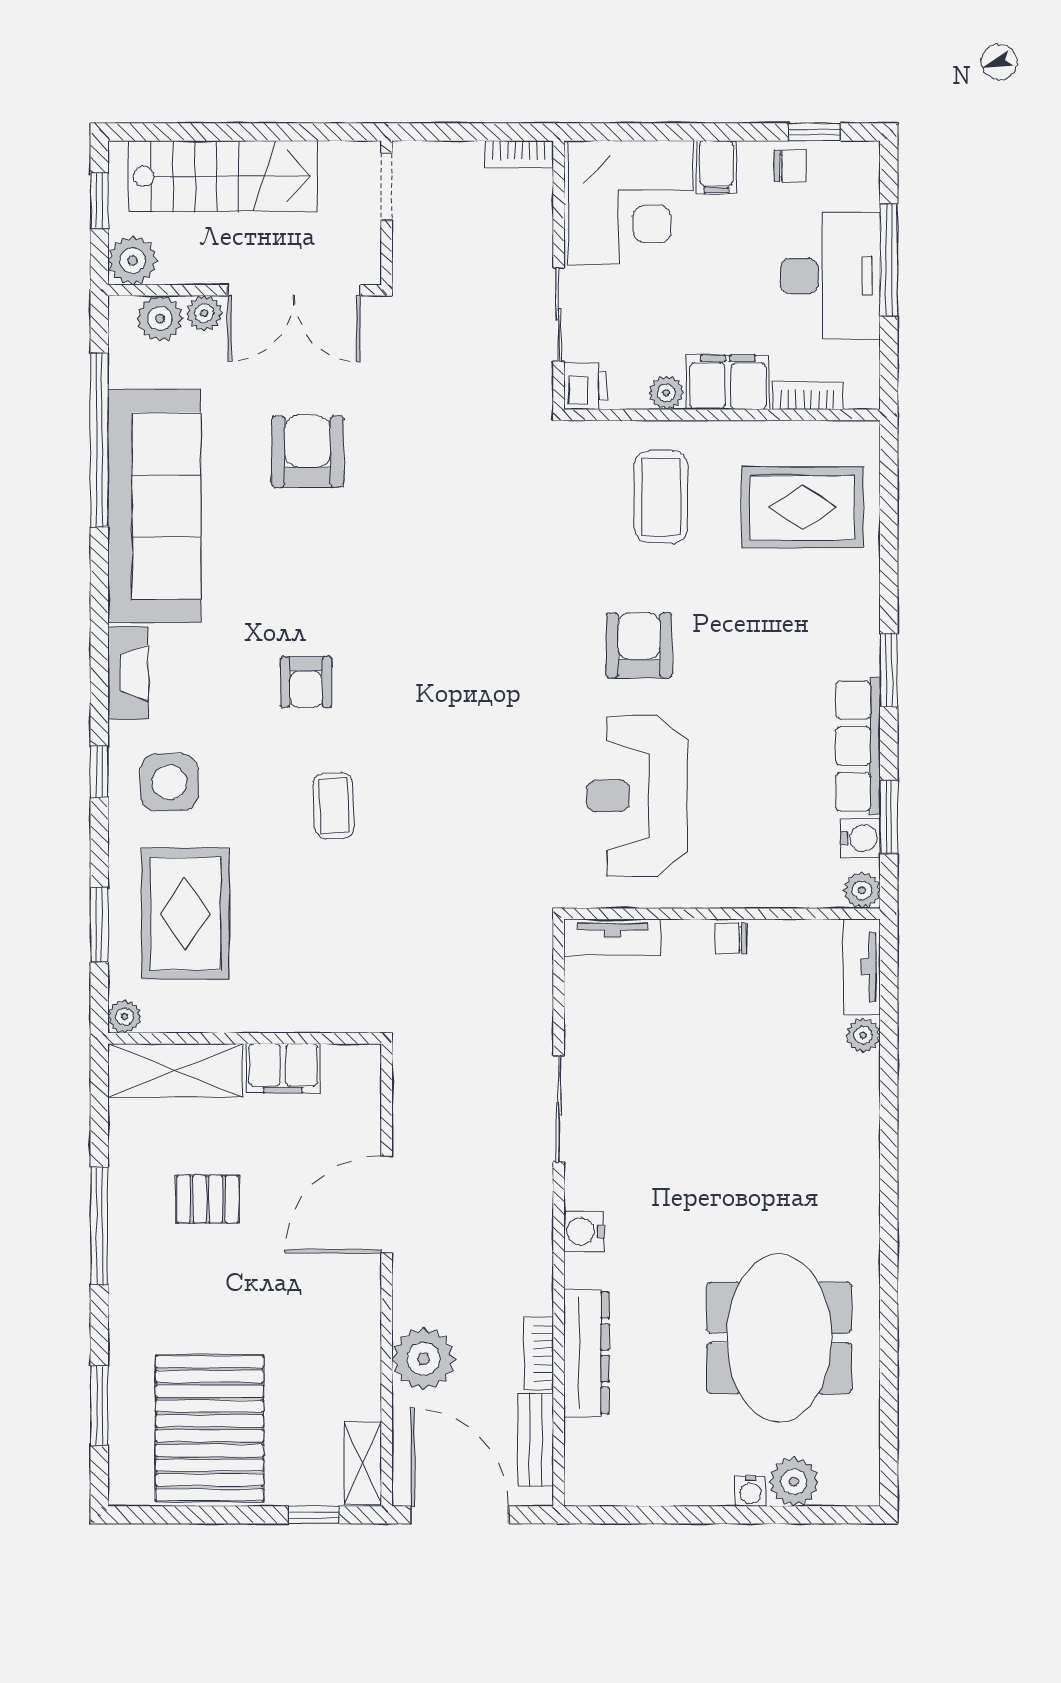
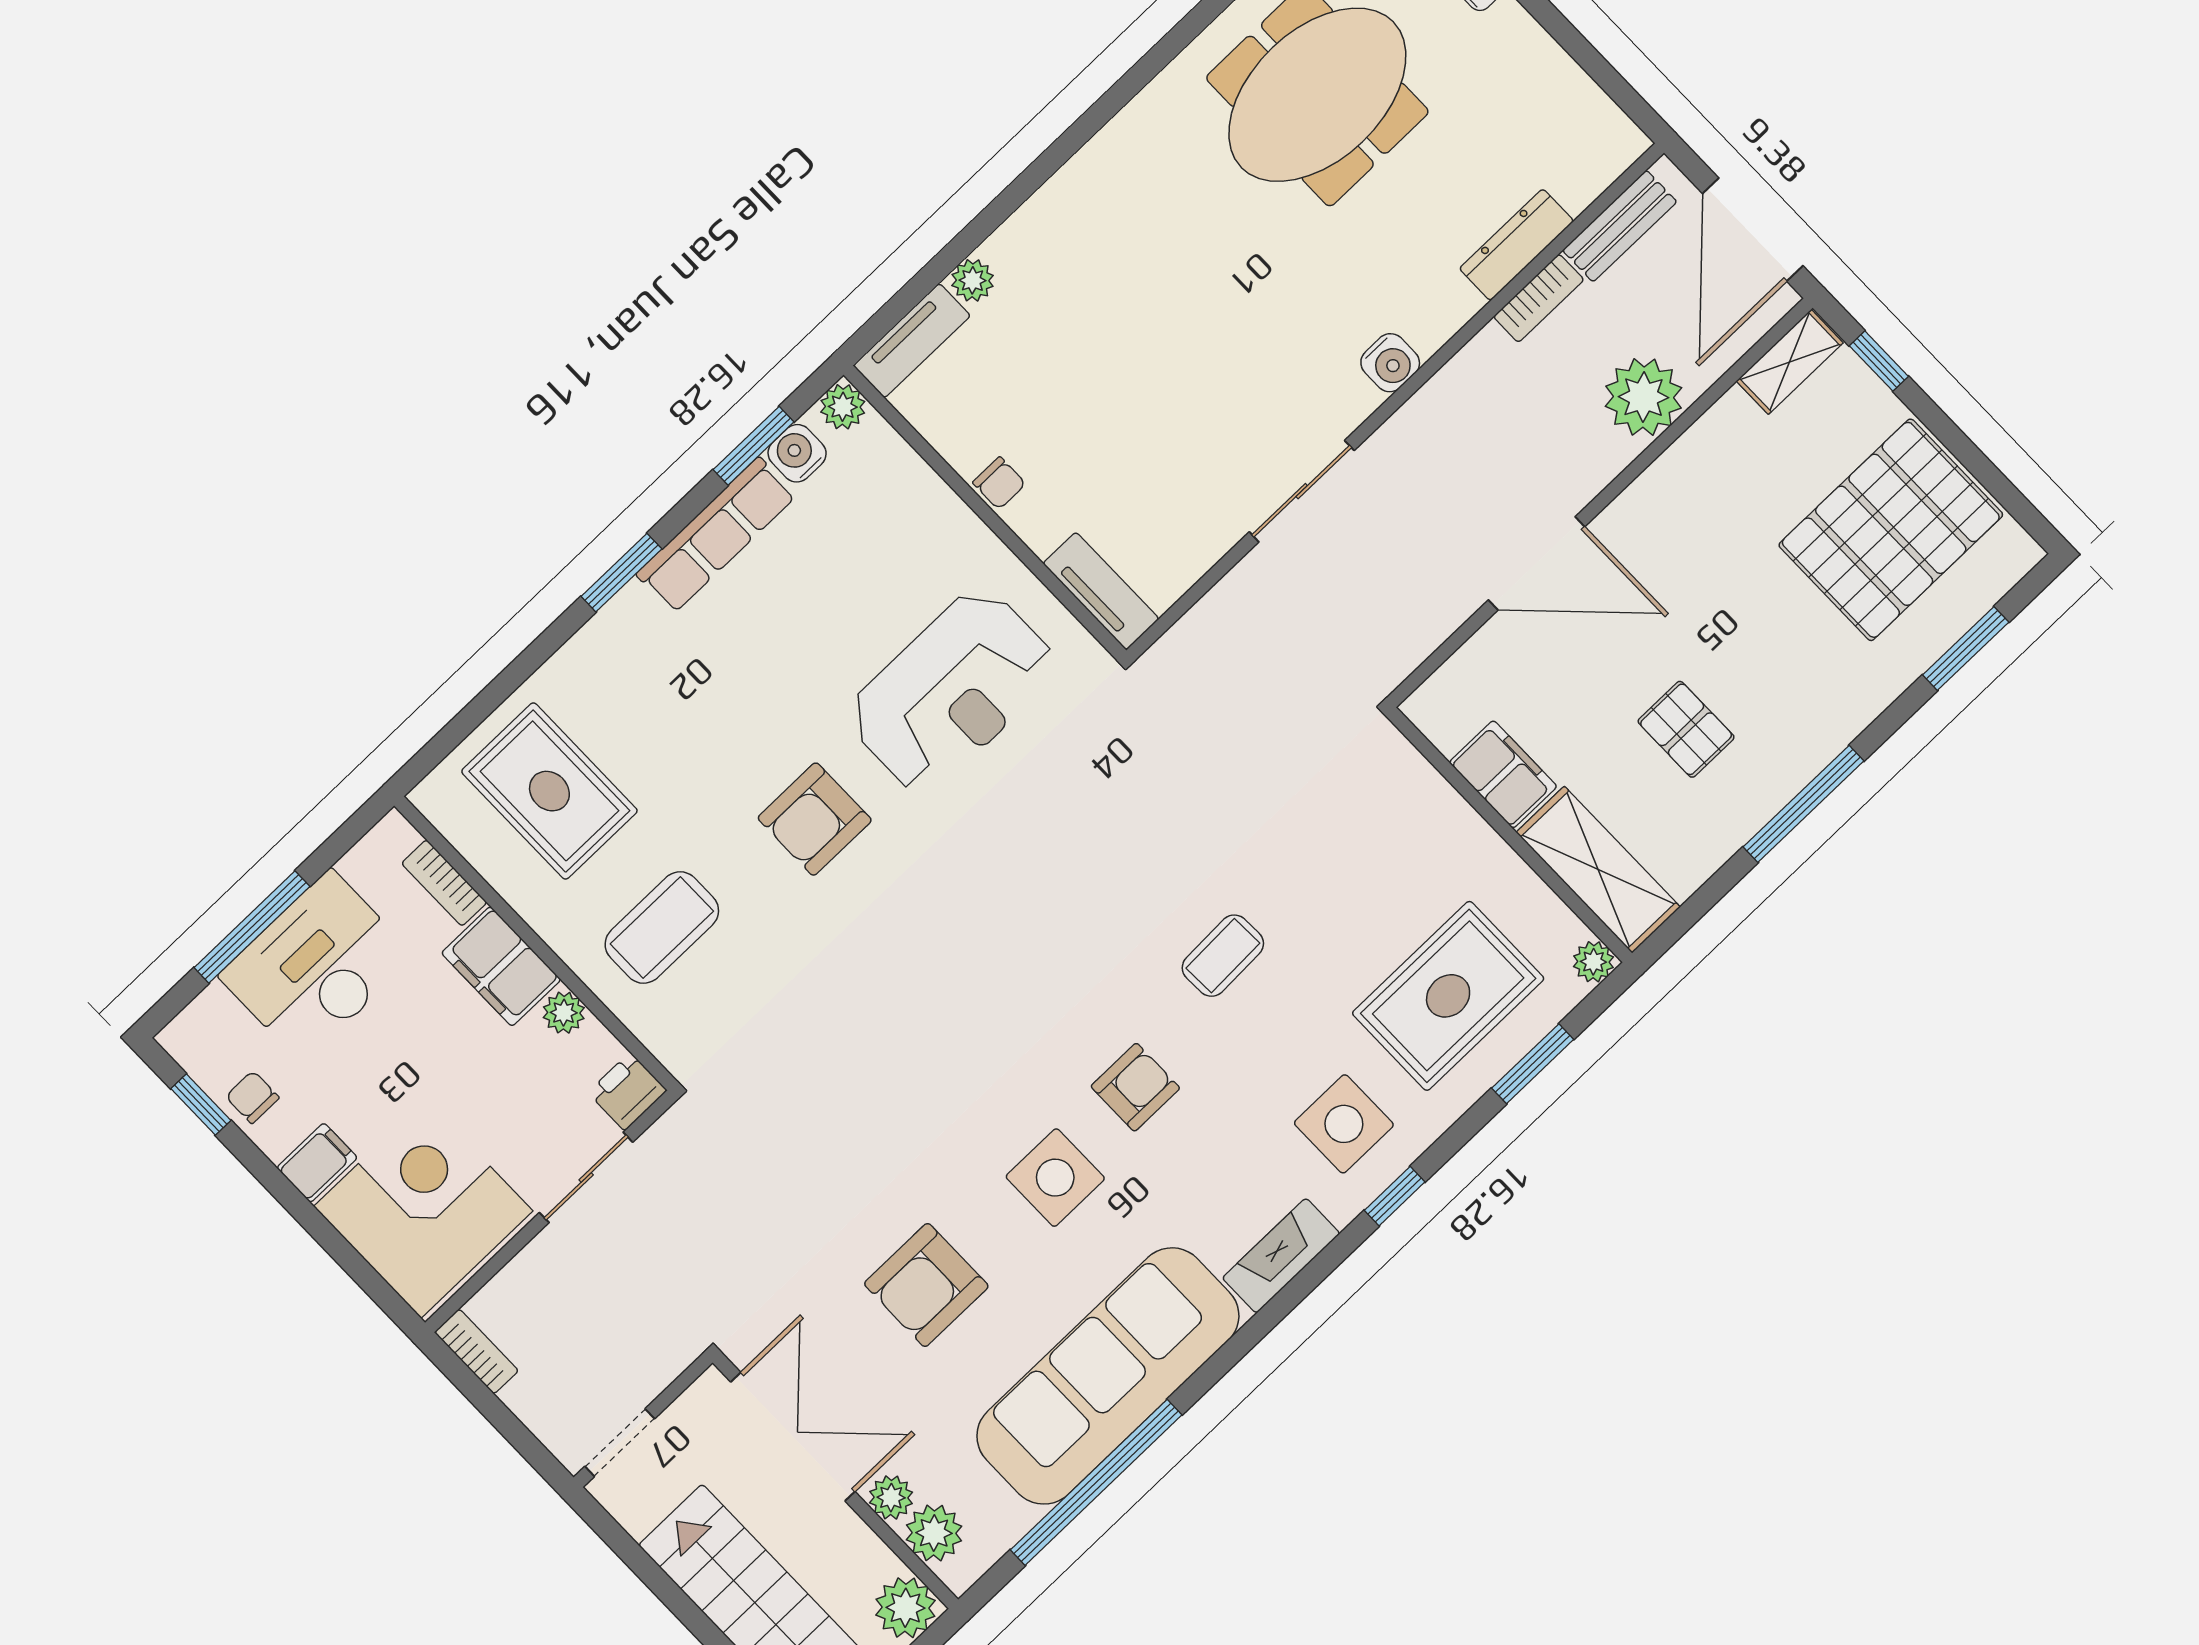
side table: (298, 586) -> (1055, 1178), added
dresser: (586, 1353) -> (1517, 245), width x0.73, depth x0.80

